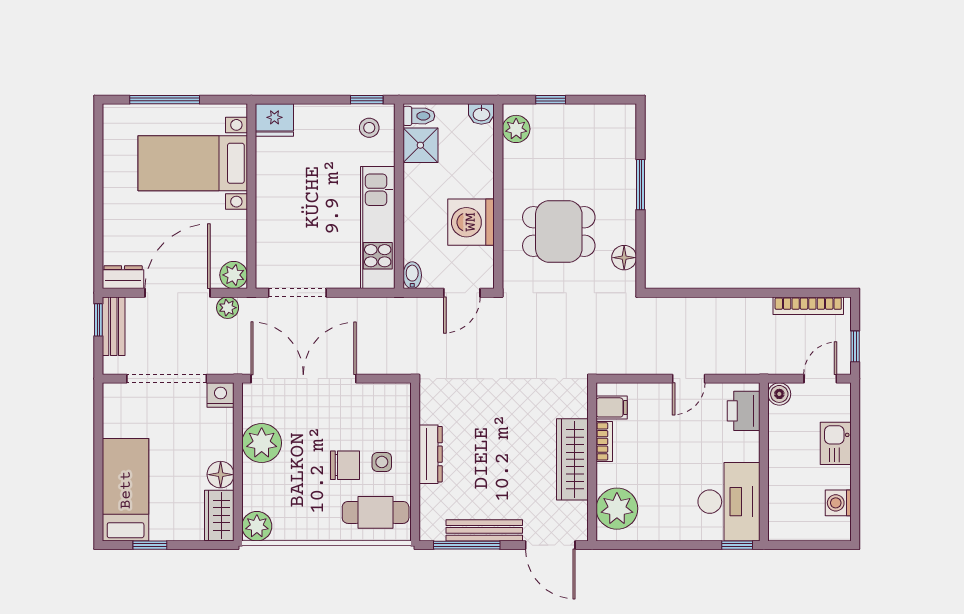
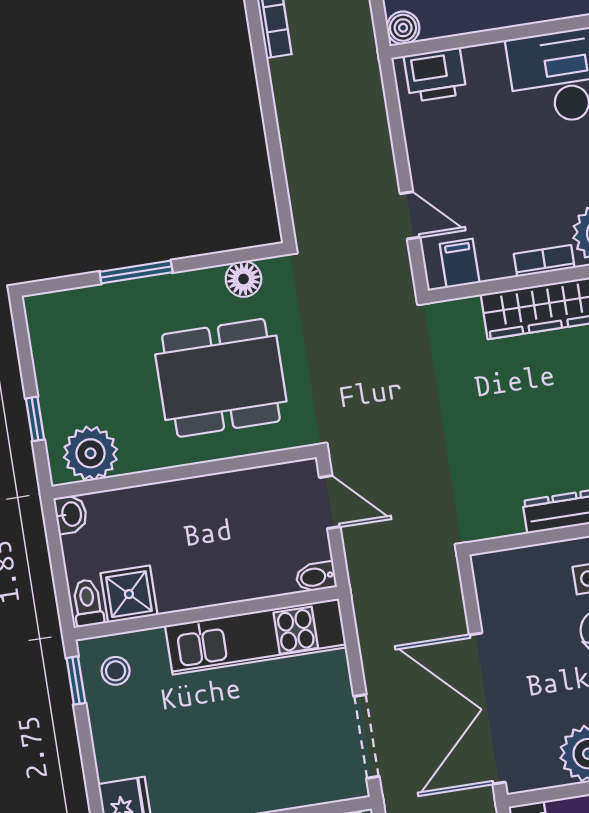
plant: (516, 129) -> (91, 453), width x1.36, depth x1.36
washing machine: (471, 222) -> (227, 505), removed
dining table: (559, 232) -> (221, 378), width x1.38
door: (689, 379) -> (410, 215), moved
bookcase: (604, 441) -> (544, 261), moved

